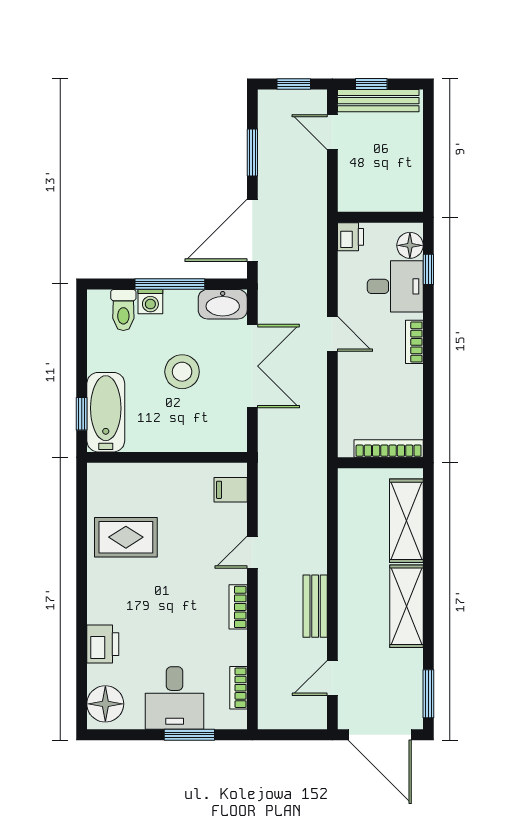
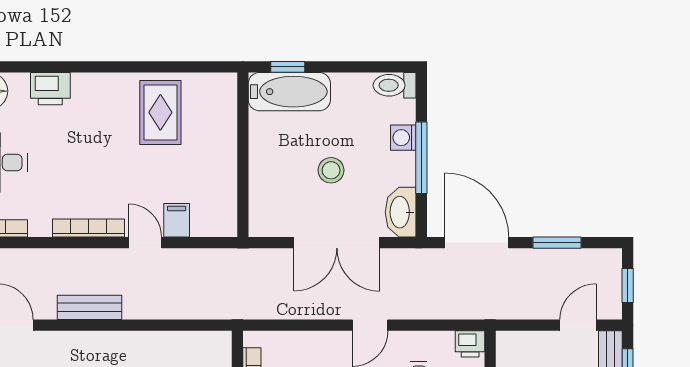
toilet: (123, 310) -> (395, 85), moved
stool: (182, 372) -> (331, 170), width x0.73, depth x0.73
filing cabinet: (231, 490) -> (177, 220), moved
bookcase: (238, 607) -> (89, 228), width x1.56

